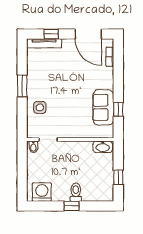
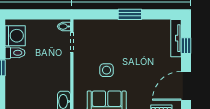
side table: (40, 107) -> (107, 70), moved
toilet: (76, 192) -> (15, 53), moved

